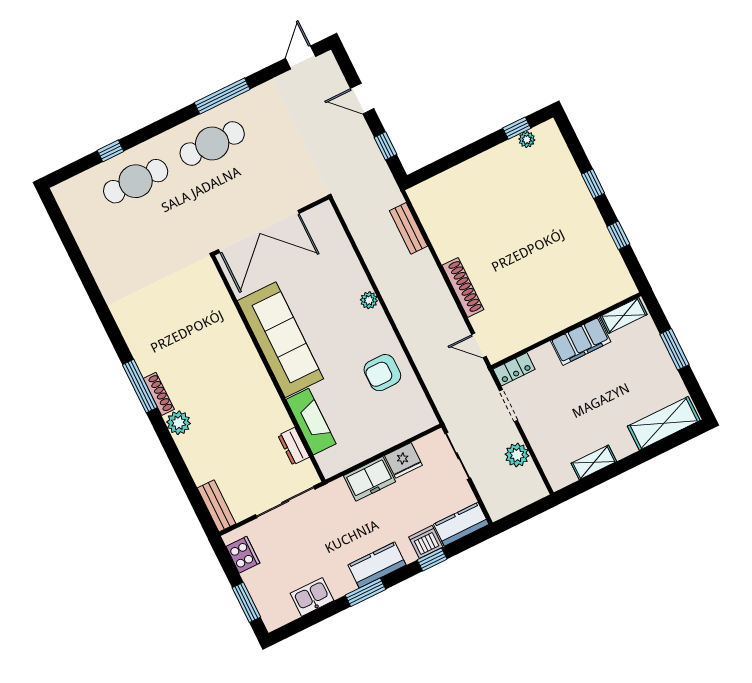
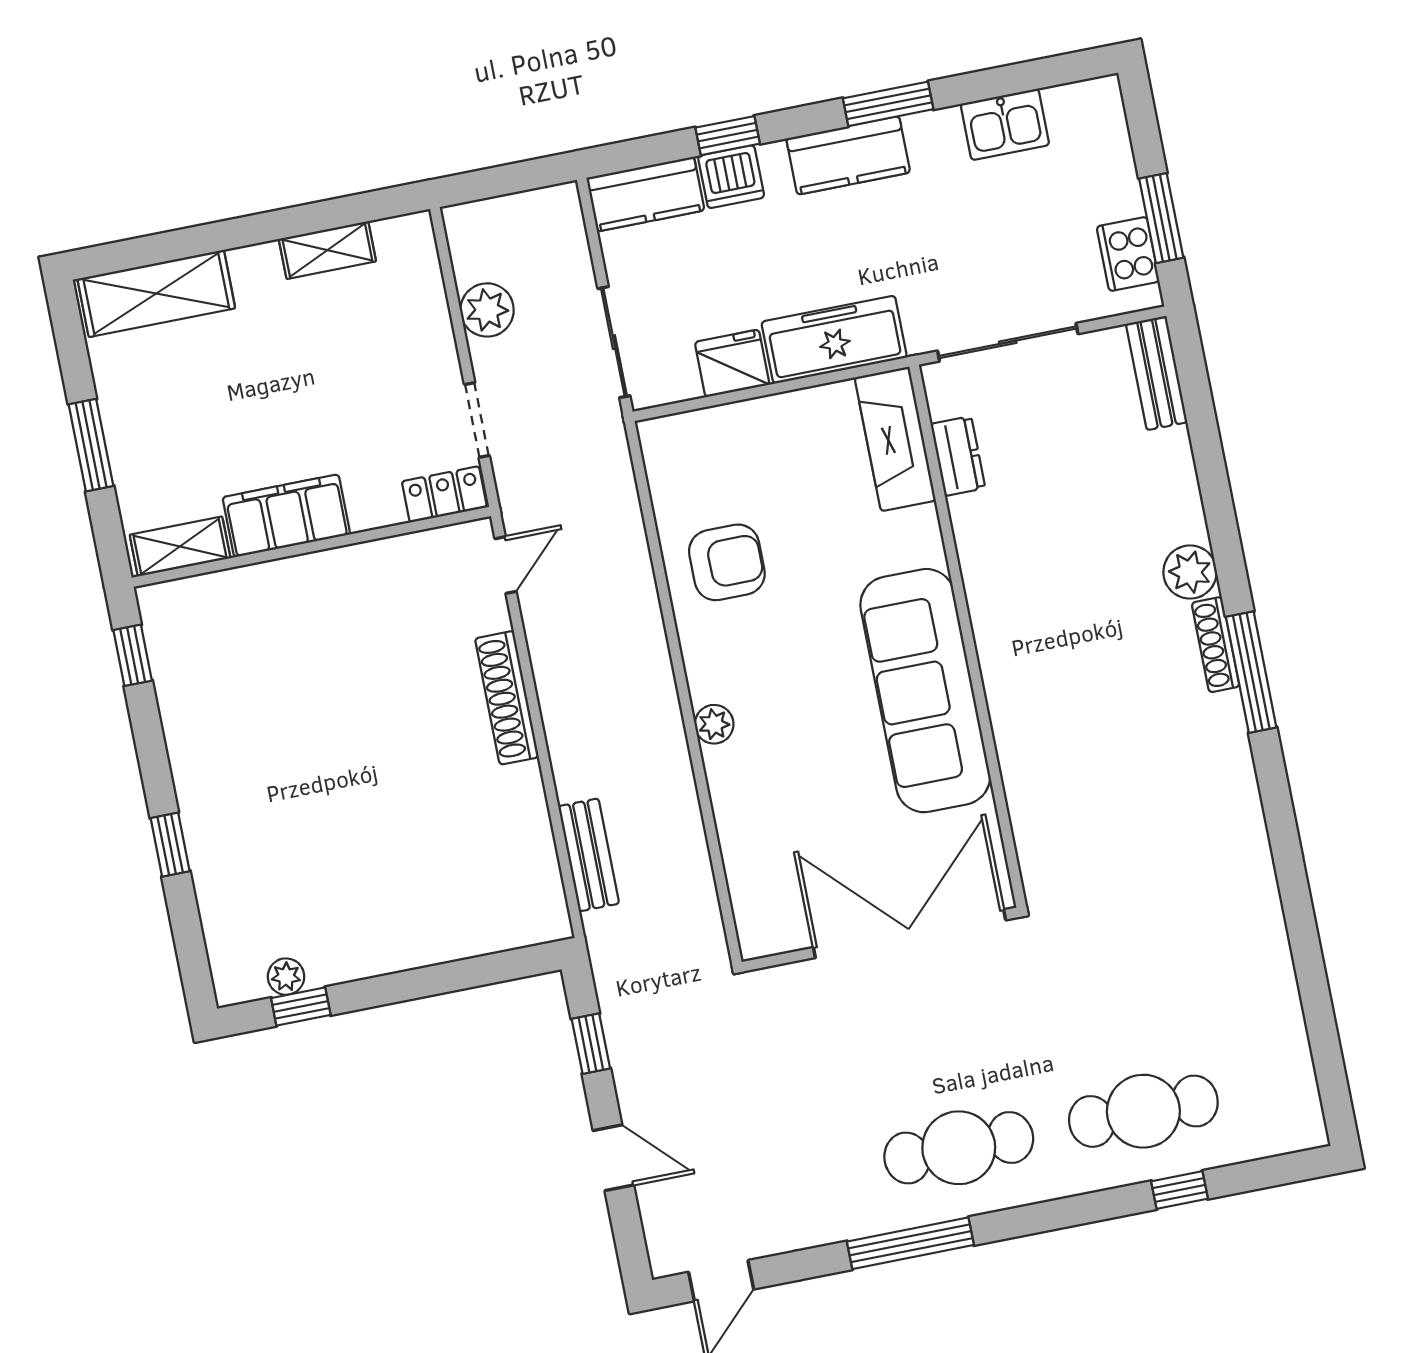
window: (618, 235) -> (133, 655), moved
door: (479, 345) -> (506, 565), hinge flipped
fireplace: (311, 422) -> (895, 439), moved
freezer: (369, 479) -> (834, 340), width x1.40
window: (246, 602) -> (1161, 218), moved

